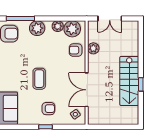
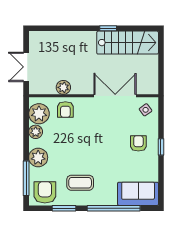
double door: (110, 19) -> (26, 67), swing flipped
coffee table: (39, 79) -> (80, 183), moved
stairs: (129, 81) -> (128, 43), moved
double door: (87, 90) -> (115, 96), swing flipped

